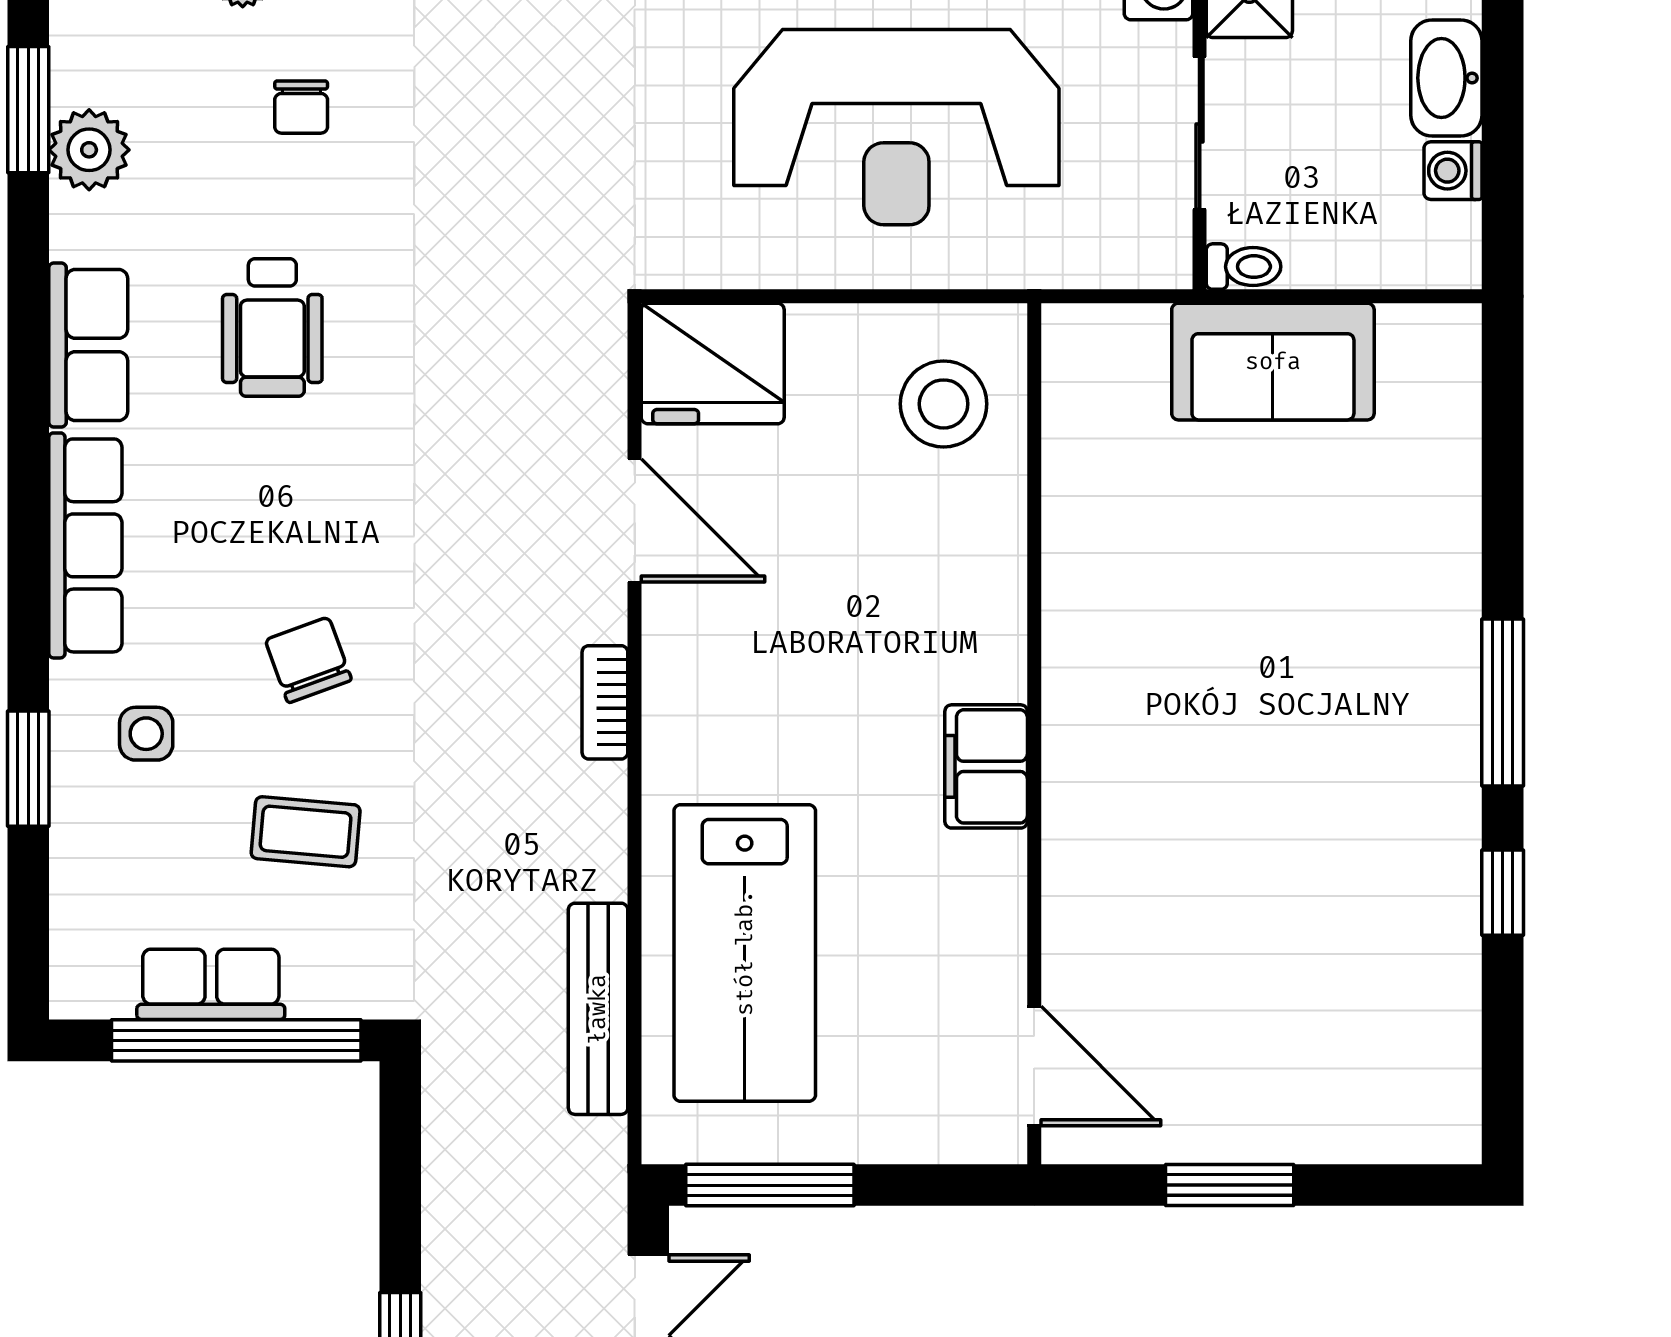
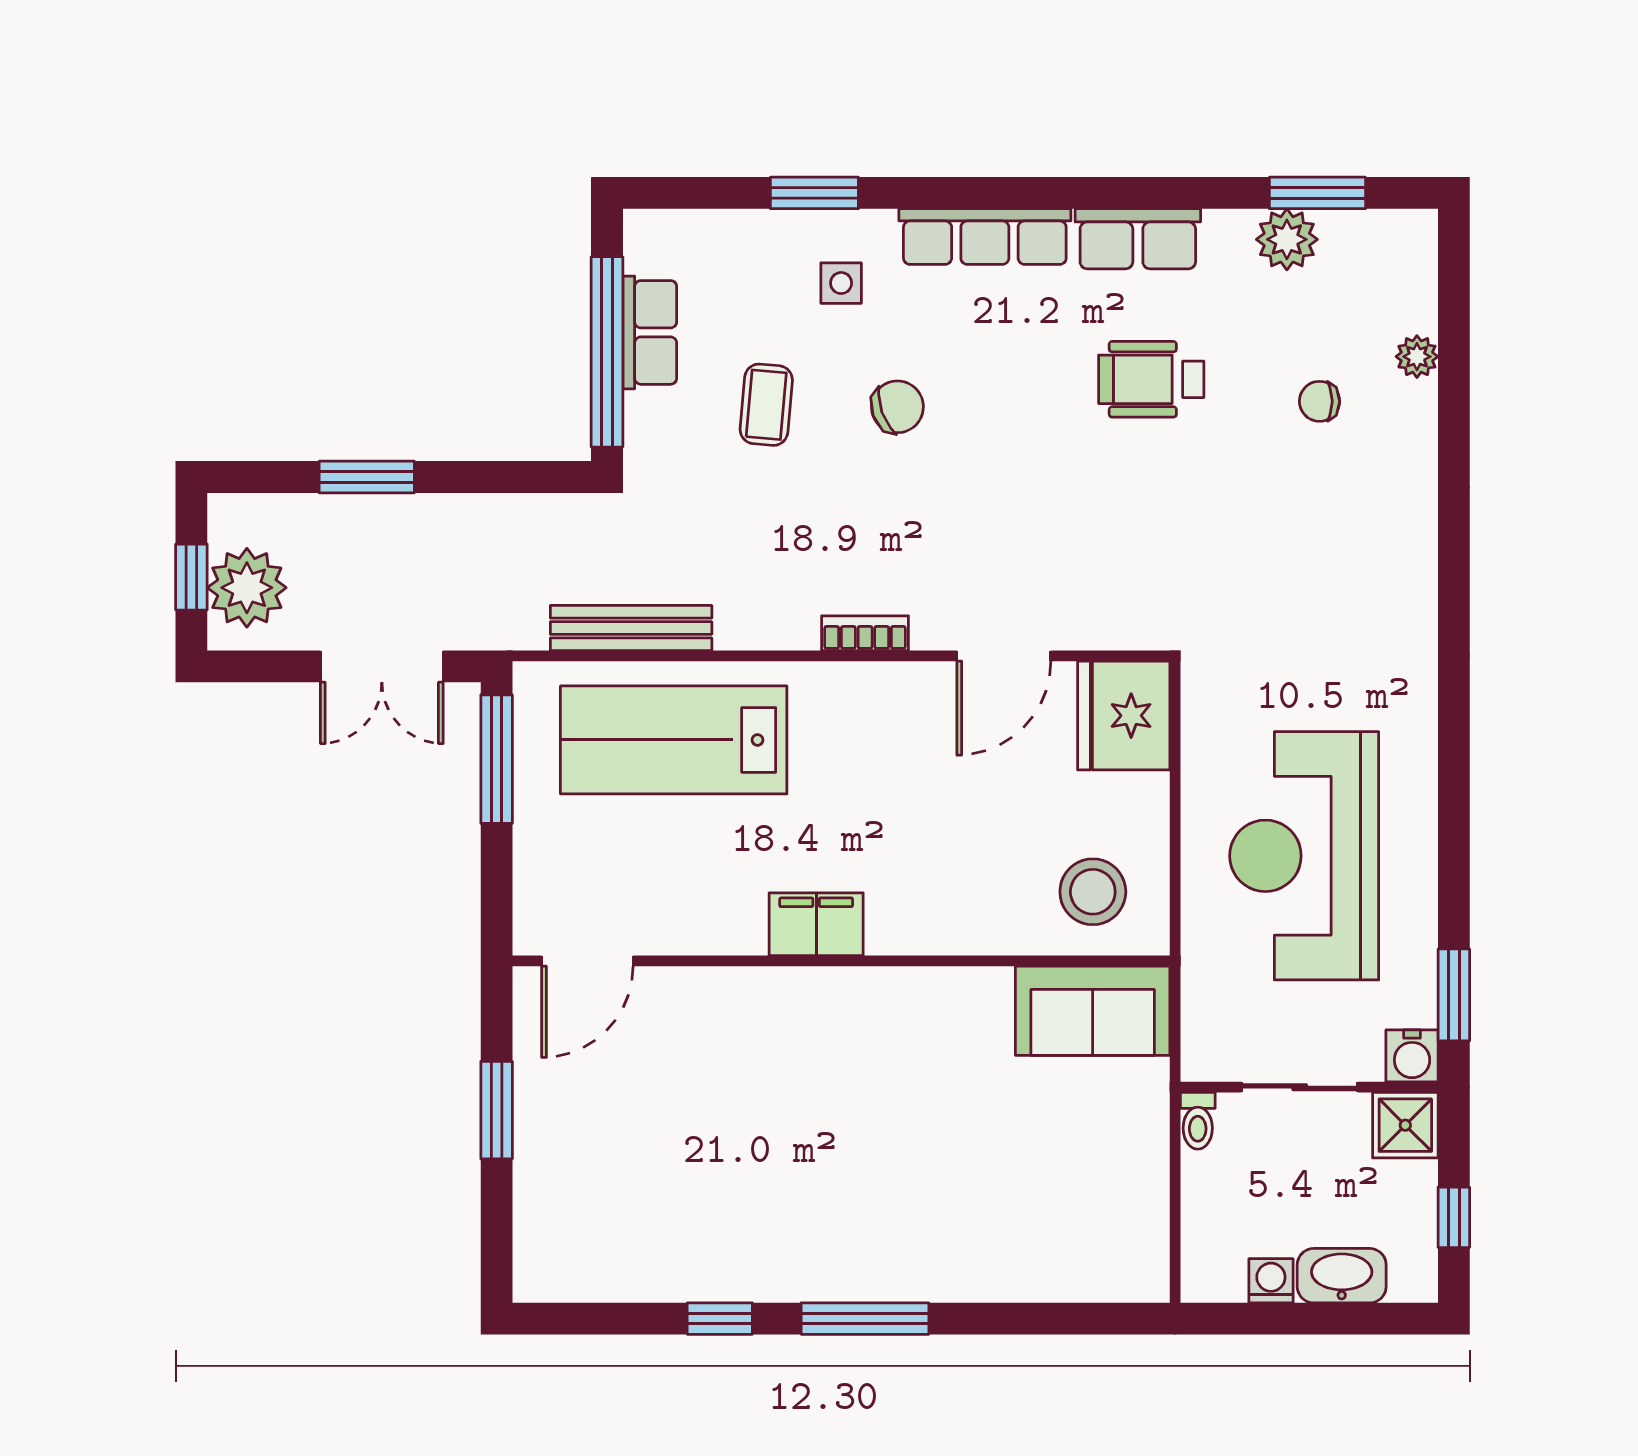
sofa: (1273, 362) -> (1093, 1011), moved, turned -90

